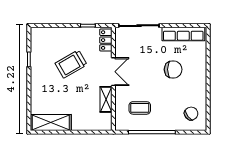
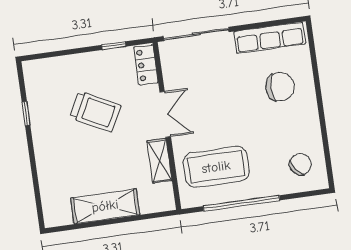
trolley: (71, 64) -> (95, 111), turned -123
chair: (173, 69) -> (280, 87), moved
coffee table: (140, 108) -> (216, 167), width x1.86, depth x1.72
shelving: (51, 122) -> (105, 206), moved

